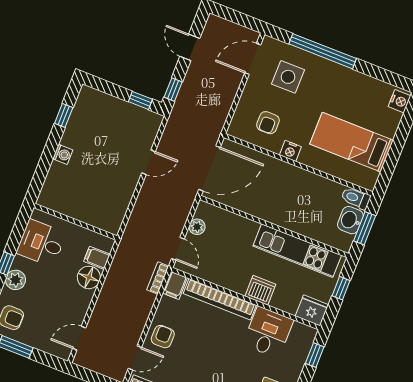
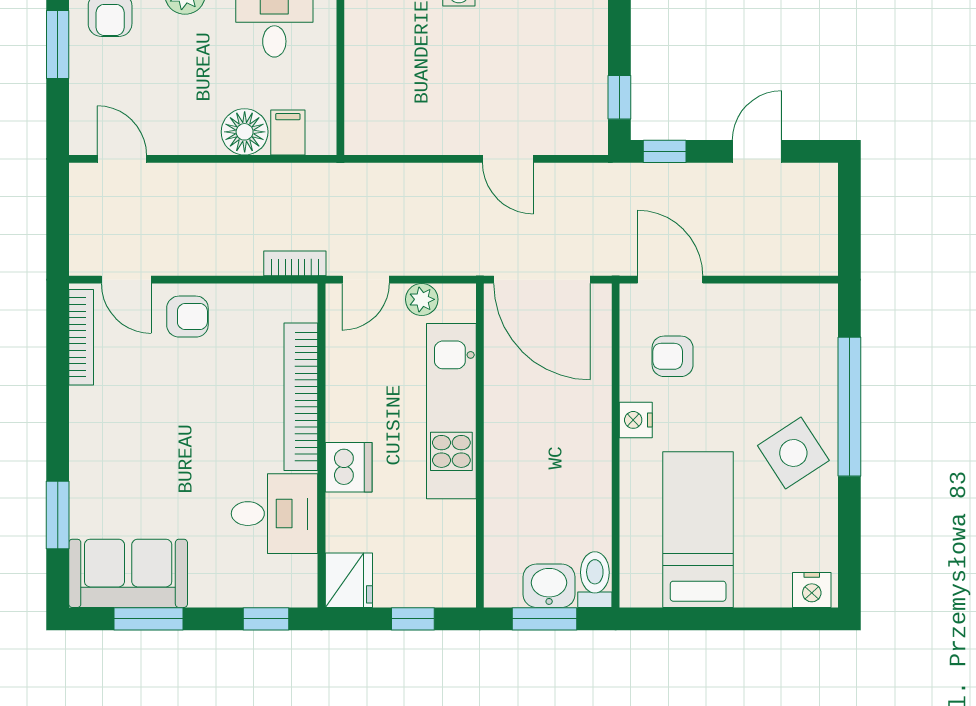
door: (253, 59) -> (670, 280), moved
side table: (288, 77) -> (793, 453), moved, turned -33
kitchen unit: (297, 251) -> (451, 411), moved
filing cabinet: (175, 285) -> (294, 301), removed

